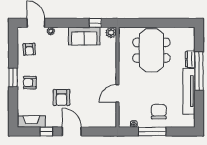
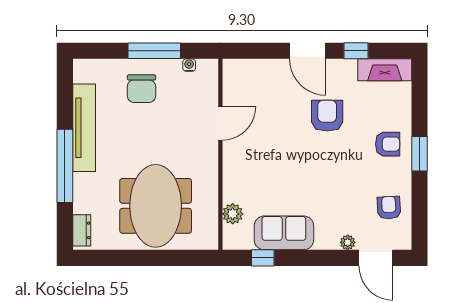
plant: (111, 33) -> (233, 214), moved
dresser: (190, 59) -> (82, 230), moved

